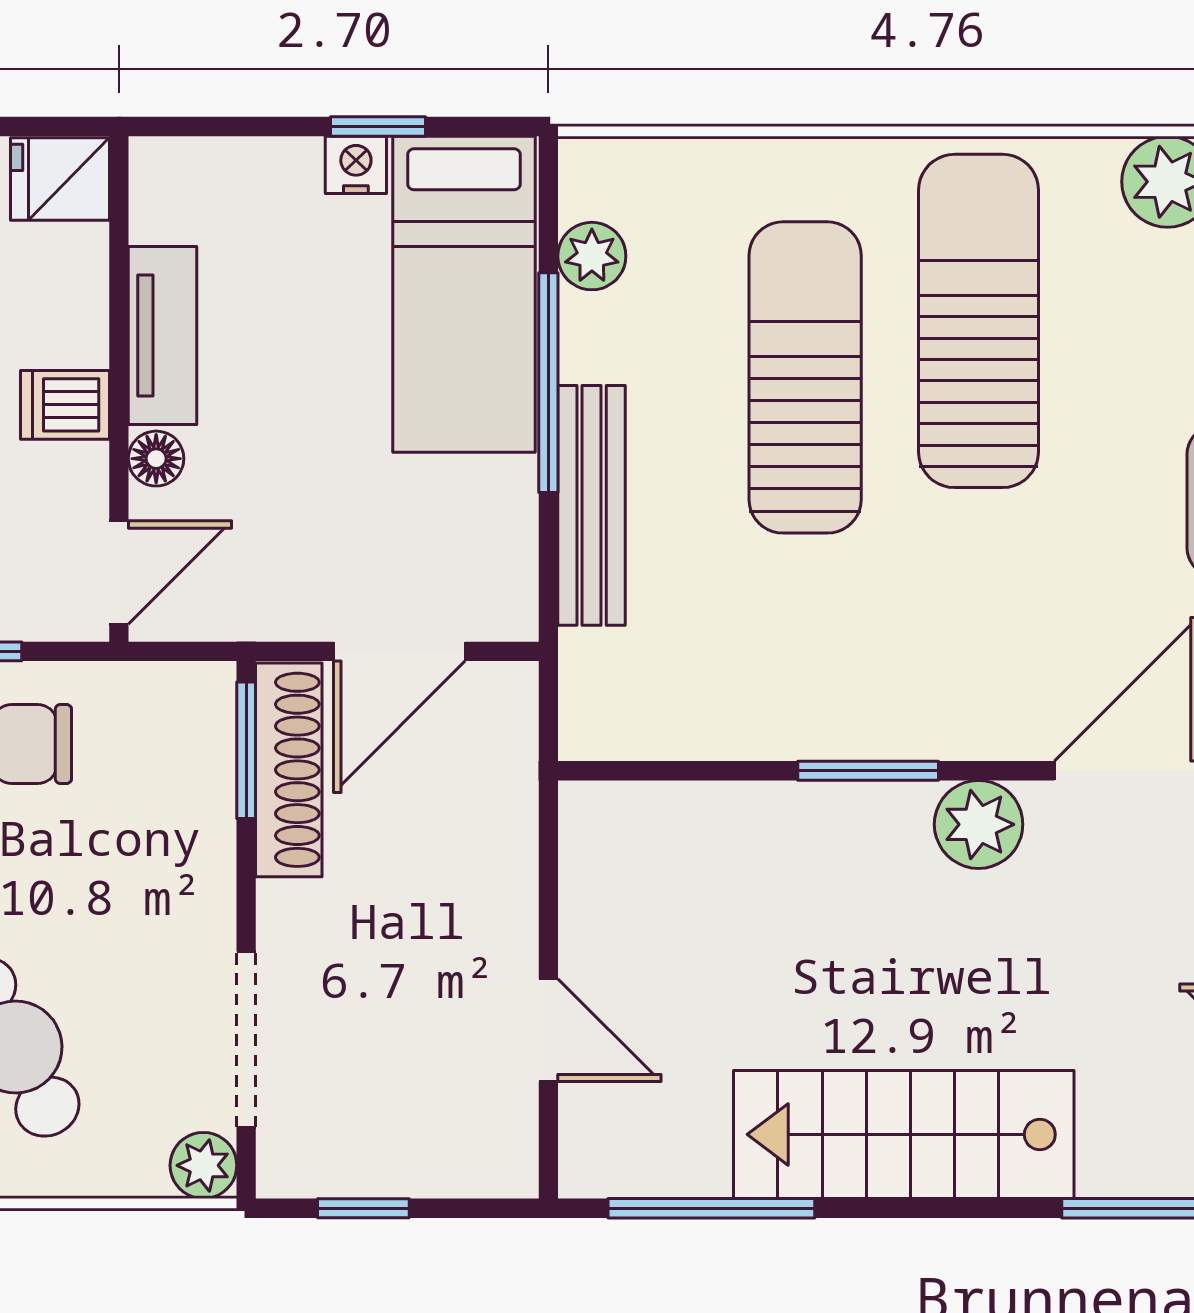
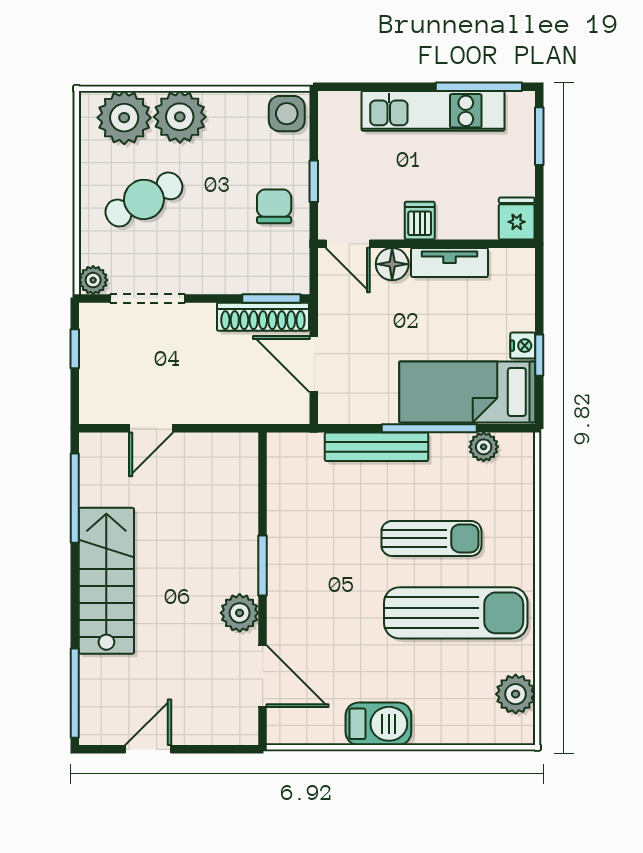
sun lounger: (805, 377) -> (431, 538), width x0.73, depth x0.75
floor lamp: (156, 459) -> (392, 264), width x1.37, depth x1.37

